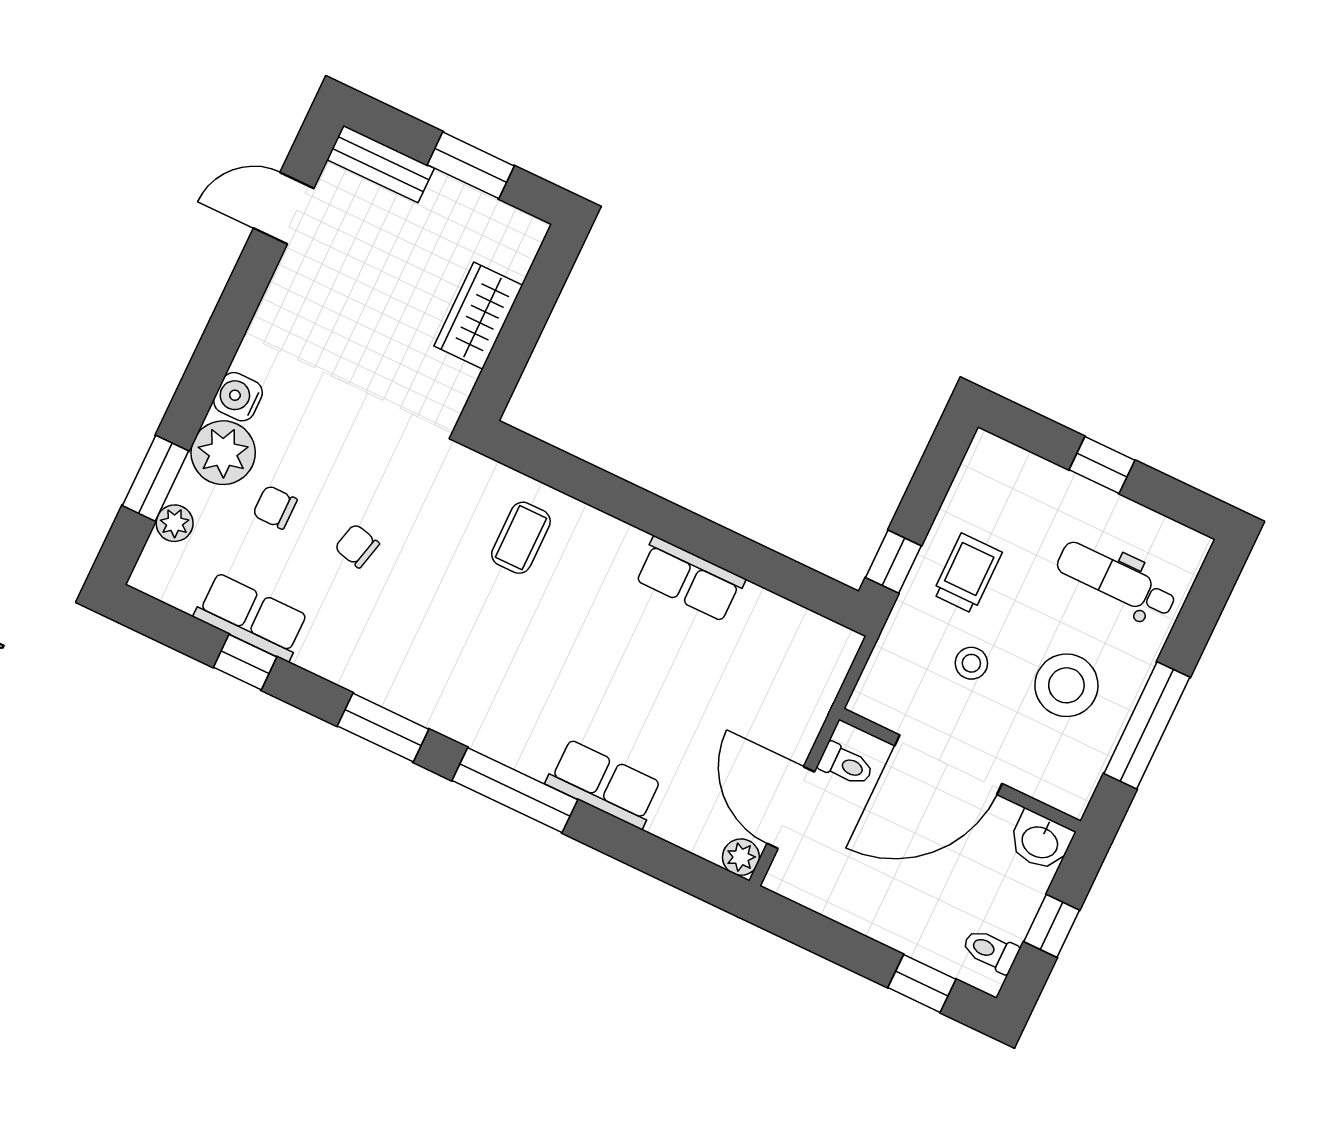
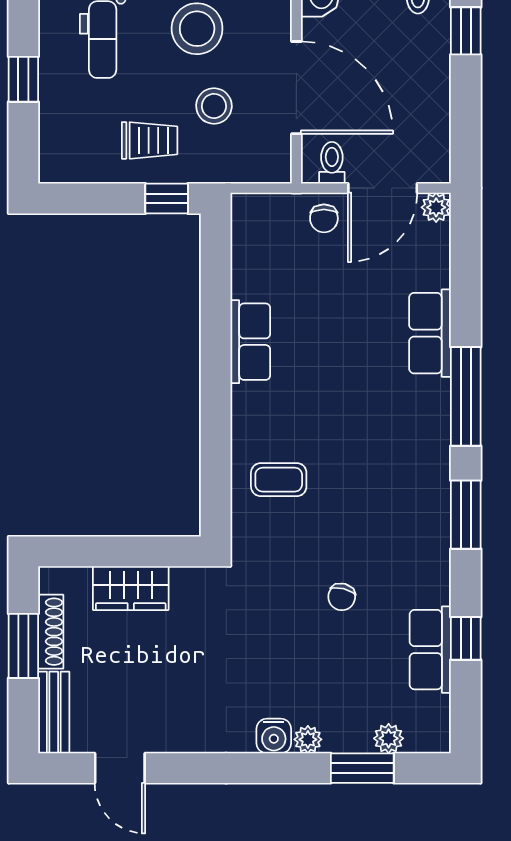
shoe rack: (472, 203) -> (51, 632), added
plant: (223, 453) -> (308, 739), width x0.53, depth x0.53
chair: (275, 507) -> (324, 218), moved
trolley: (967, 573) -> (150, 140), turned 180
stool: (971, 663) -> (214, 106), width x1.37, depth x1.37

